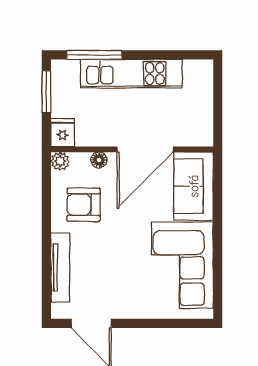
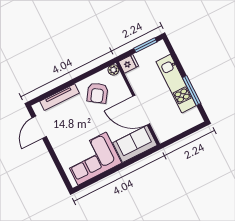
window: (94, 55) -> (192, 91), moved
floor lamp: (99, 160) -> (124, 89), removed
armchair: (84, 205) -> (97, 93), turned -146

